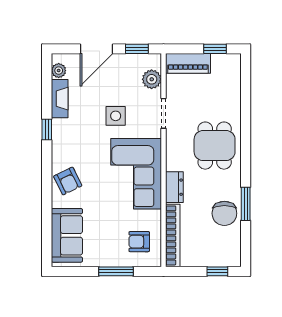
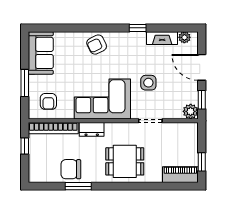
piano: (188, 63) -> (180, 175), moved, turned 90
plant: (152, 79) -> (191, 111), moved
sofa: (67, 235) -> (41, 53), moved, turned -90
armchair: (139, 242) -> (48, 101), turned 180
window: (217, 271) -> (25, 146), moved

